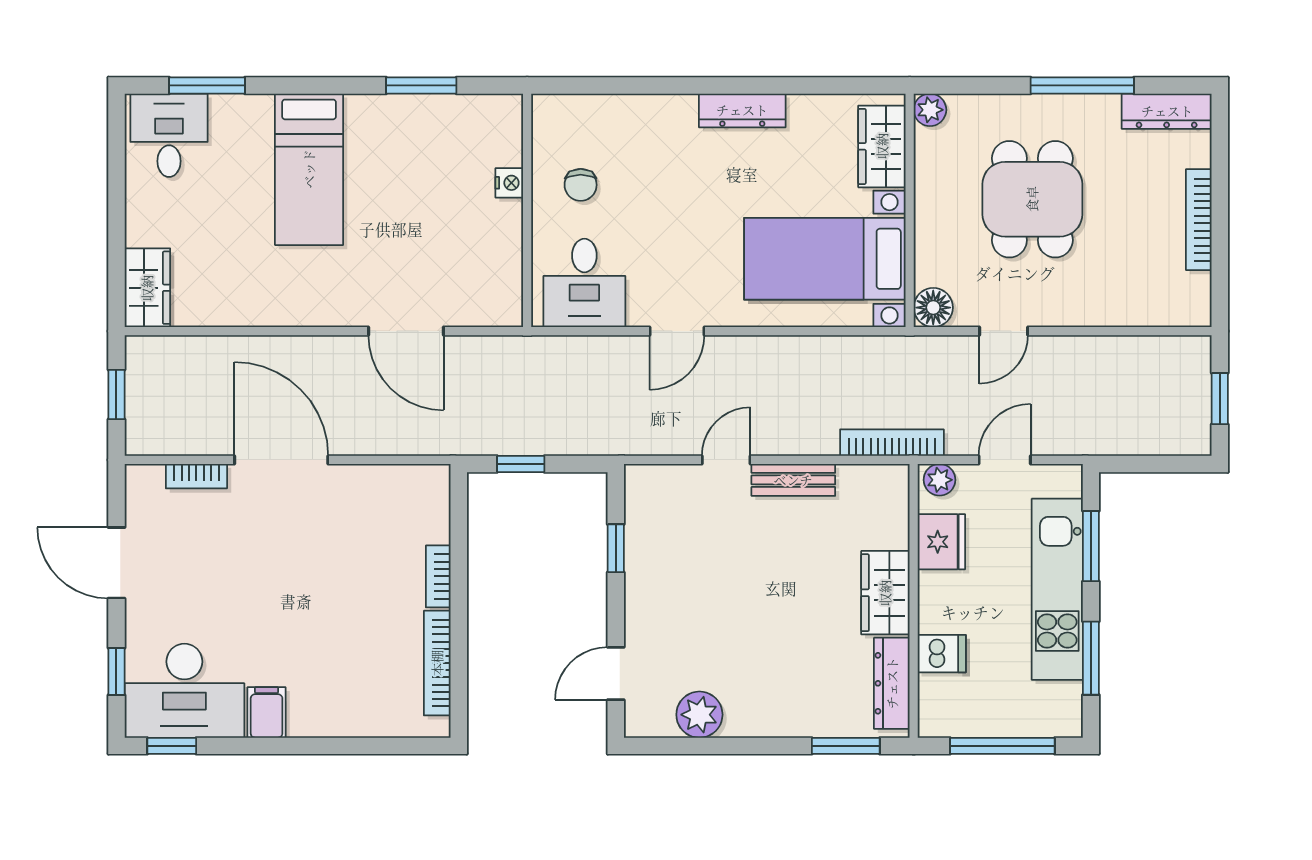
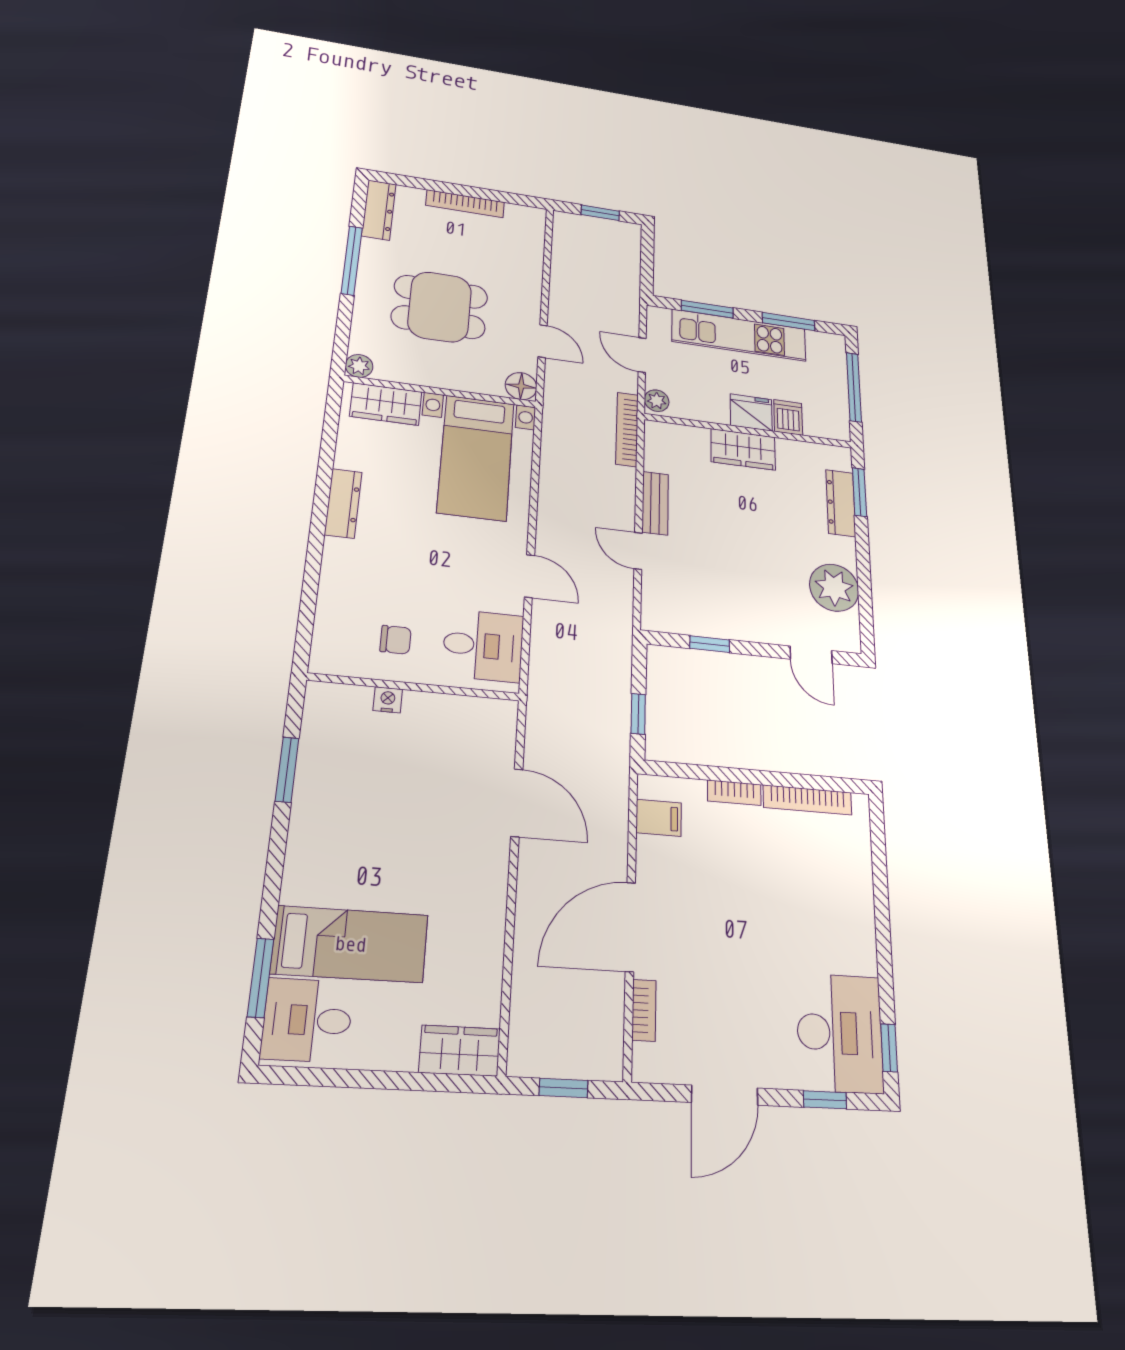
bed: (309, 169) -> (350, 944), moved
door: (406, 331) -> (517, 803), hinge flipped
fridge: (941, 542) -> (751, 413), moved
dresser: (892, 683) -> (841, 503), moved, turned 90
filing cabinet: (267, 712) -> (659, 818), moved, turned 180
plant: (699, 715) -> (834, 588), width x1.36, depth x1.36

